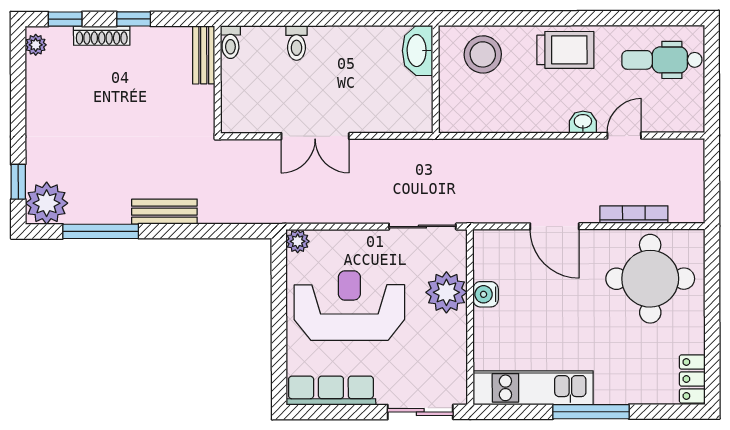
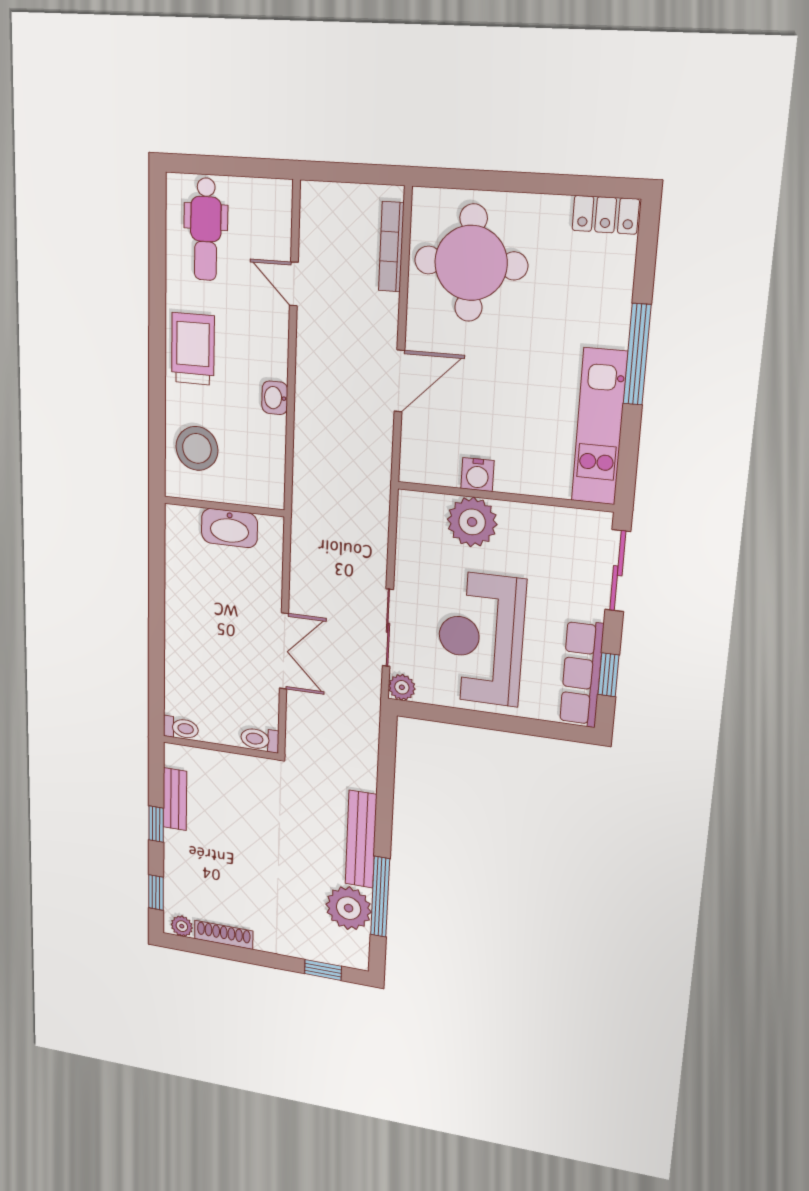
shoe rack: (102, 36) -> (224, 935), moved, turned -90
toilet: (296, 43) -> (260, 739), moved, turned 180
washbasin: (418, 51) -> (229, 528), moved
bench: (204, 55) -> (175, 799), moved, turned 90
washbasin: (583, 122) -> (275, 398), moved
plant: (47, 203) -> (349, 908), moved
bench: (164, 212) -> (361, 839), width x1.36
bookcase: (634, 215) -> (391, 247), moved
sliding door: (422, 227) -> (388, 628), moved
window: (333, 412) -> (608, 675), added

